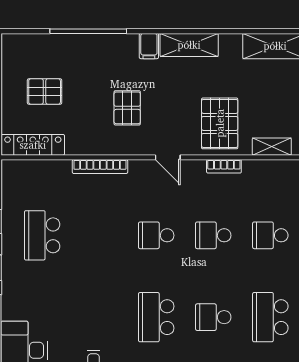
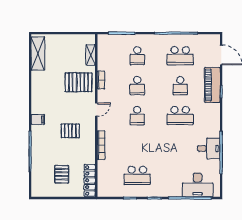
shelving: (189, 45) -> (37, 98), removed

